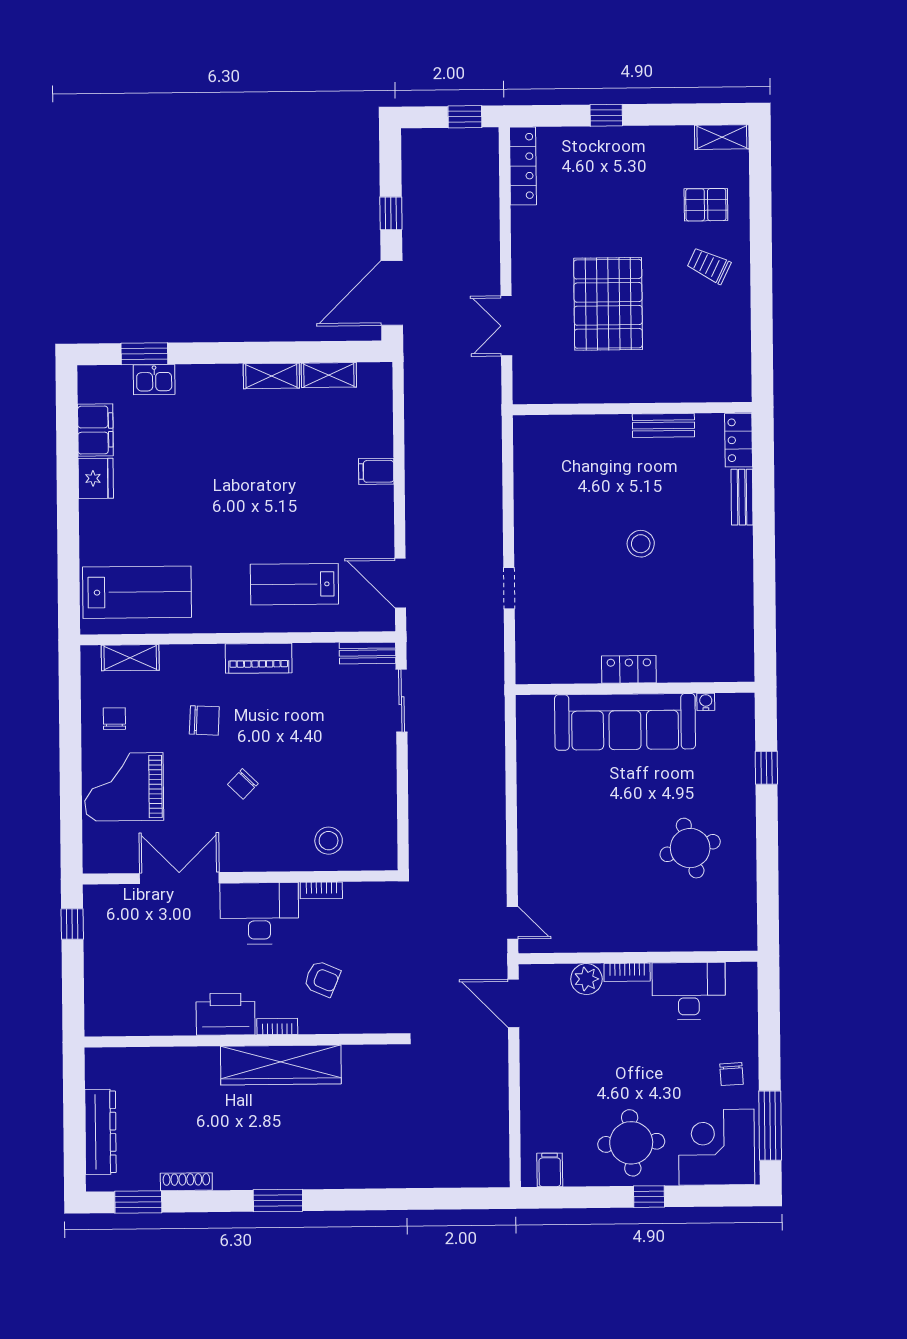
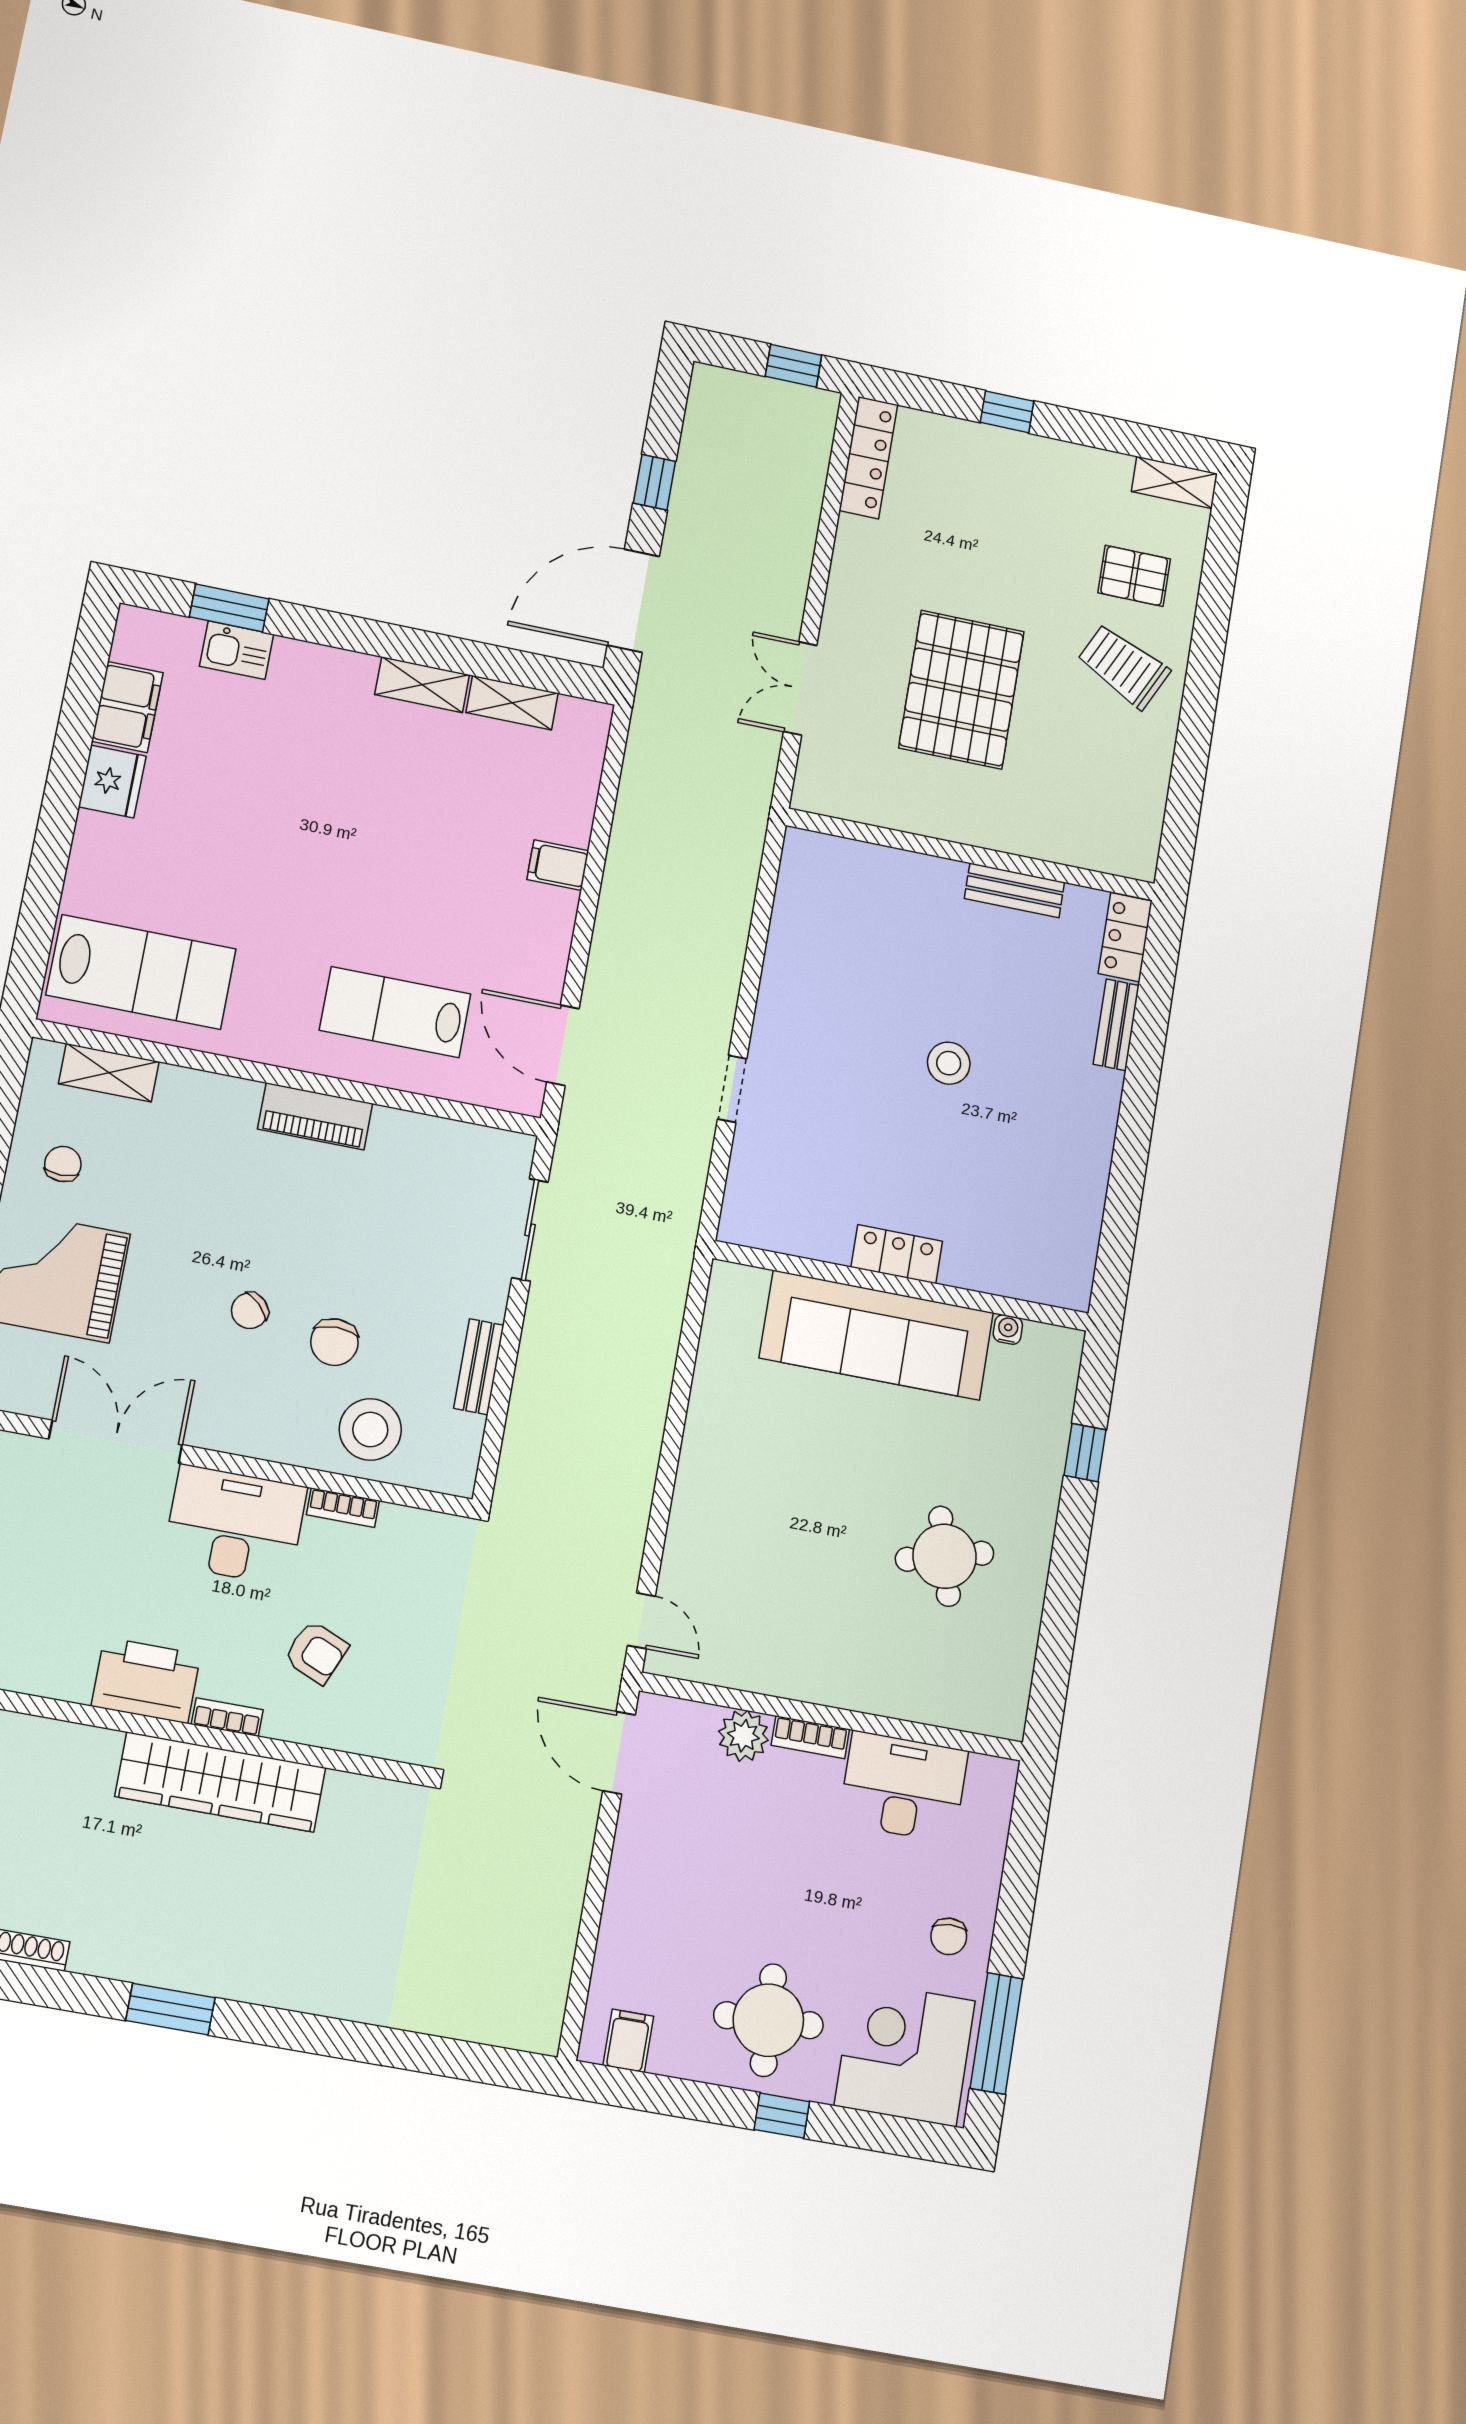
trolley: (709, 266) -> (1124, 666), width x1.36, depth x1.39
bench: (368, 653) -> (479, 1367), moved, turned 90
chair: (204, 720) -> (334, 1342), moved, turned 87
stool: (329, 841) -> (370, 1430), width x1.38, depth x1.38

